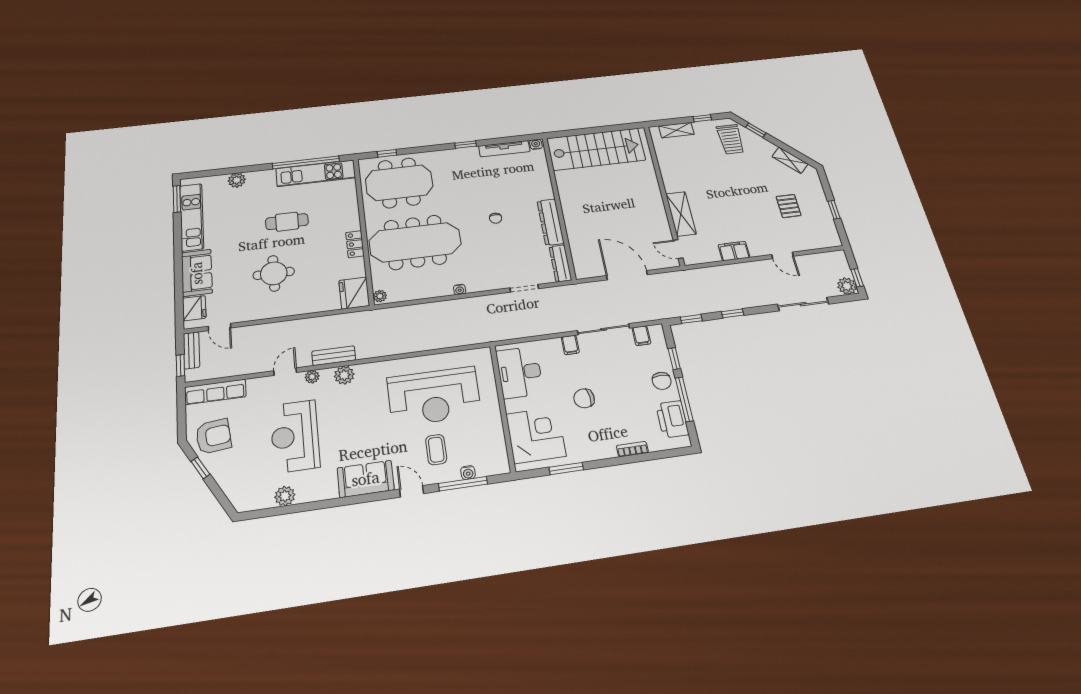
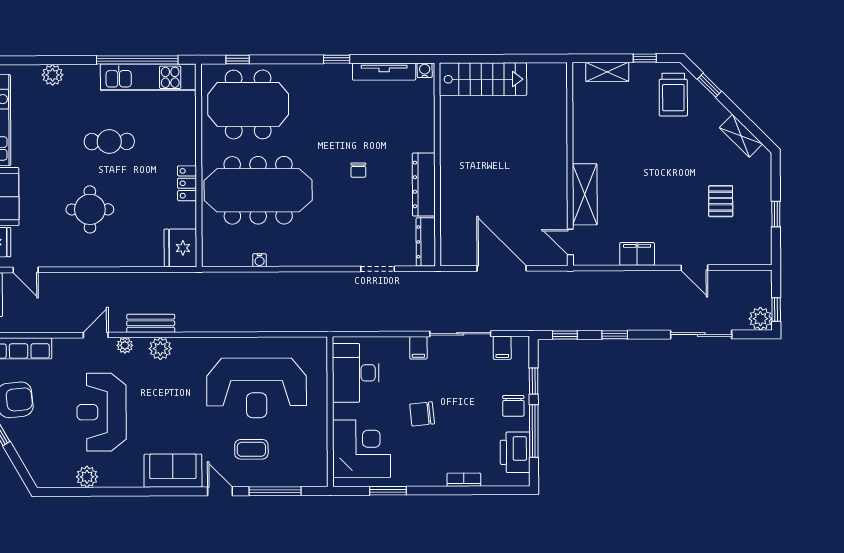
stairs: (596, 149) -> (483, 79), width x0.73, depth x0.66
water cooler: (460, 289) -> (260, 260), moved
plant: (380, 296) -> (209, 256), removed
coffee table: (436, 450) -> (251, 449), turned 90
water cooler: (468, 473) -> (282, 480), removed

